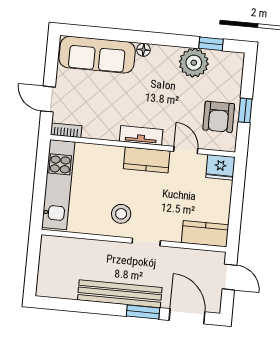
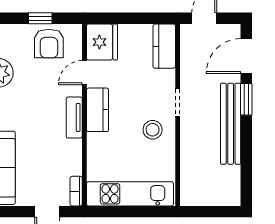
armchair: (219, 117) -> (49, 43), turned 90
fridge: (220, 167) -> (102, 42), width x1.36, depth x1.34

